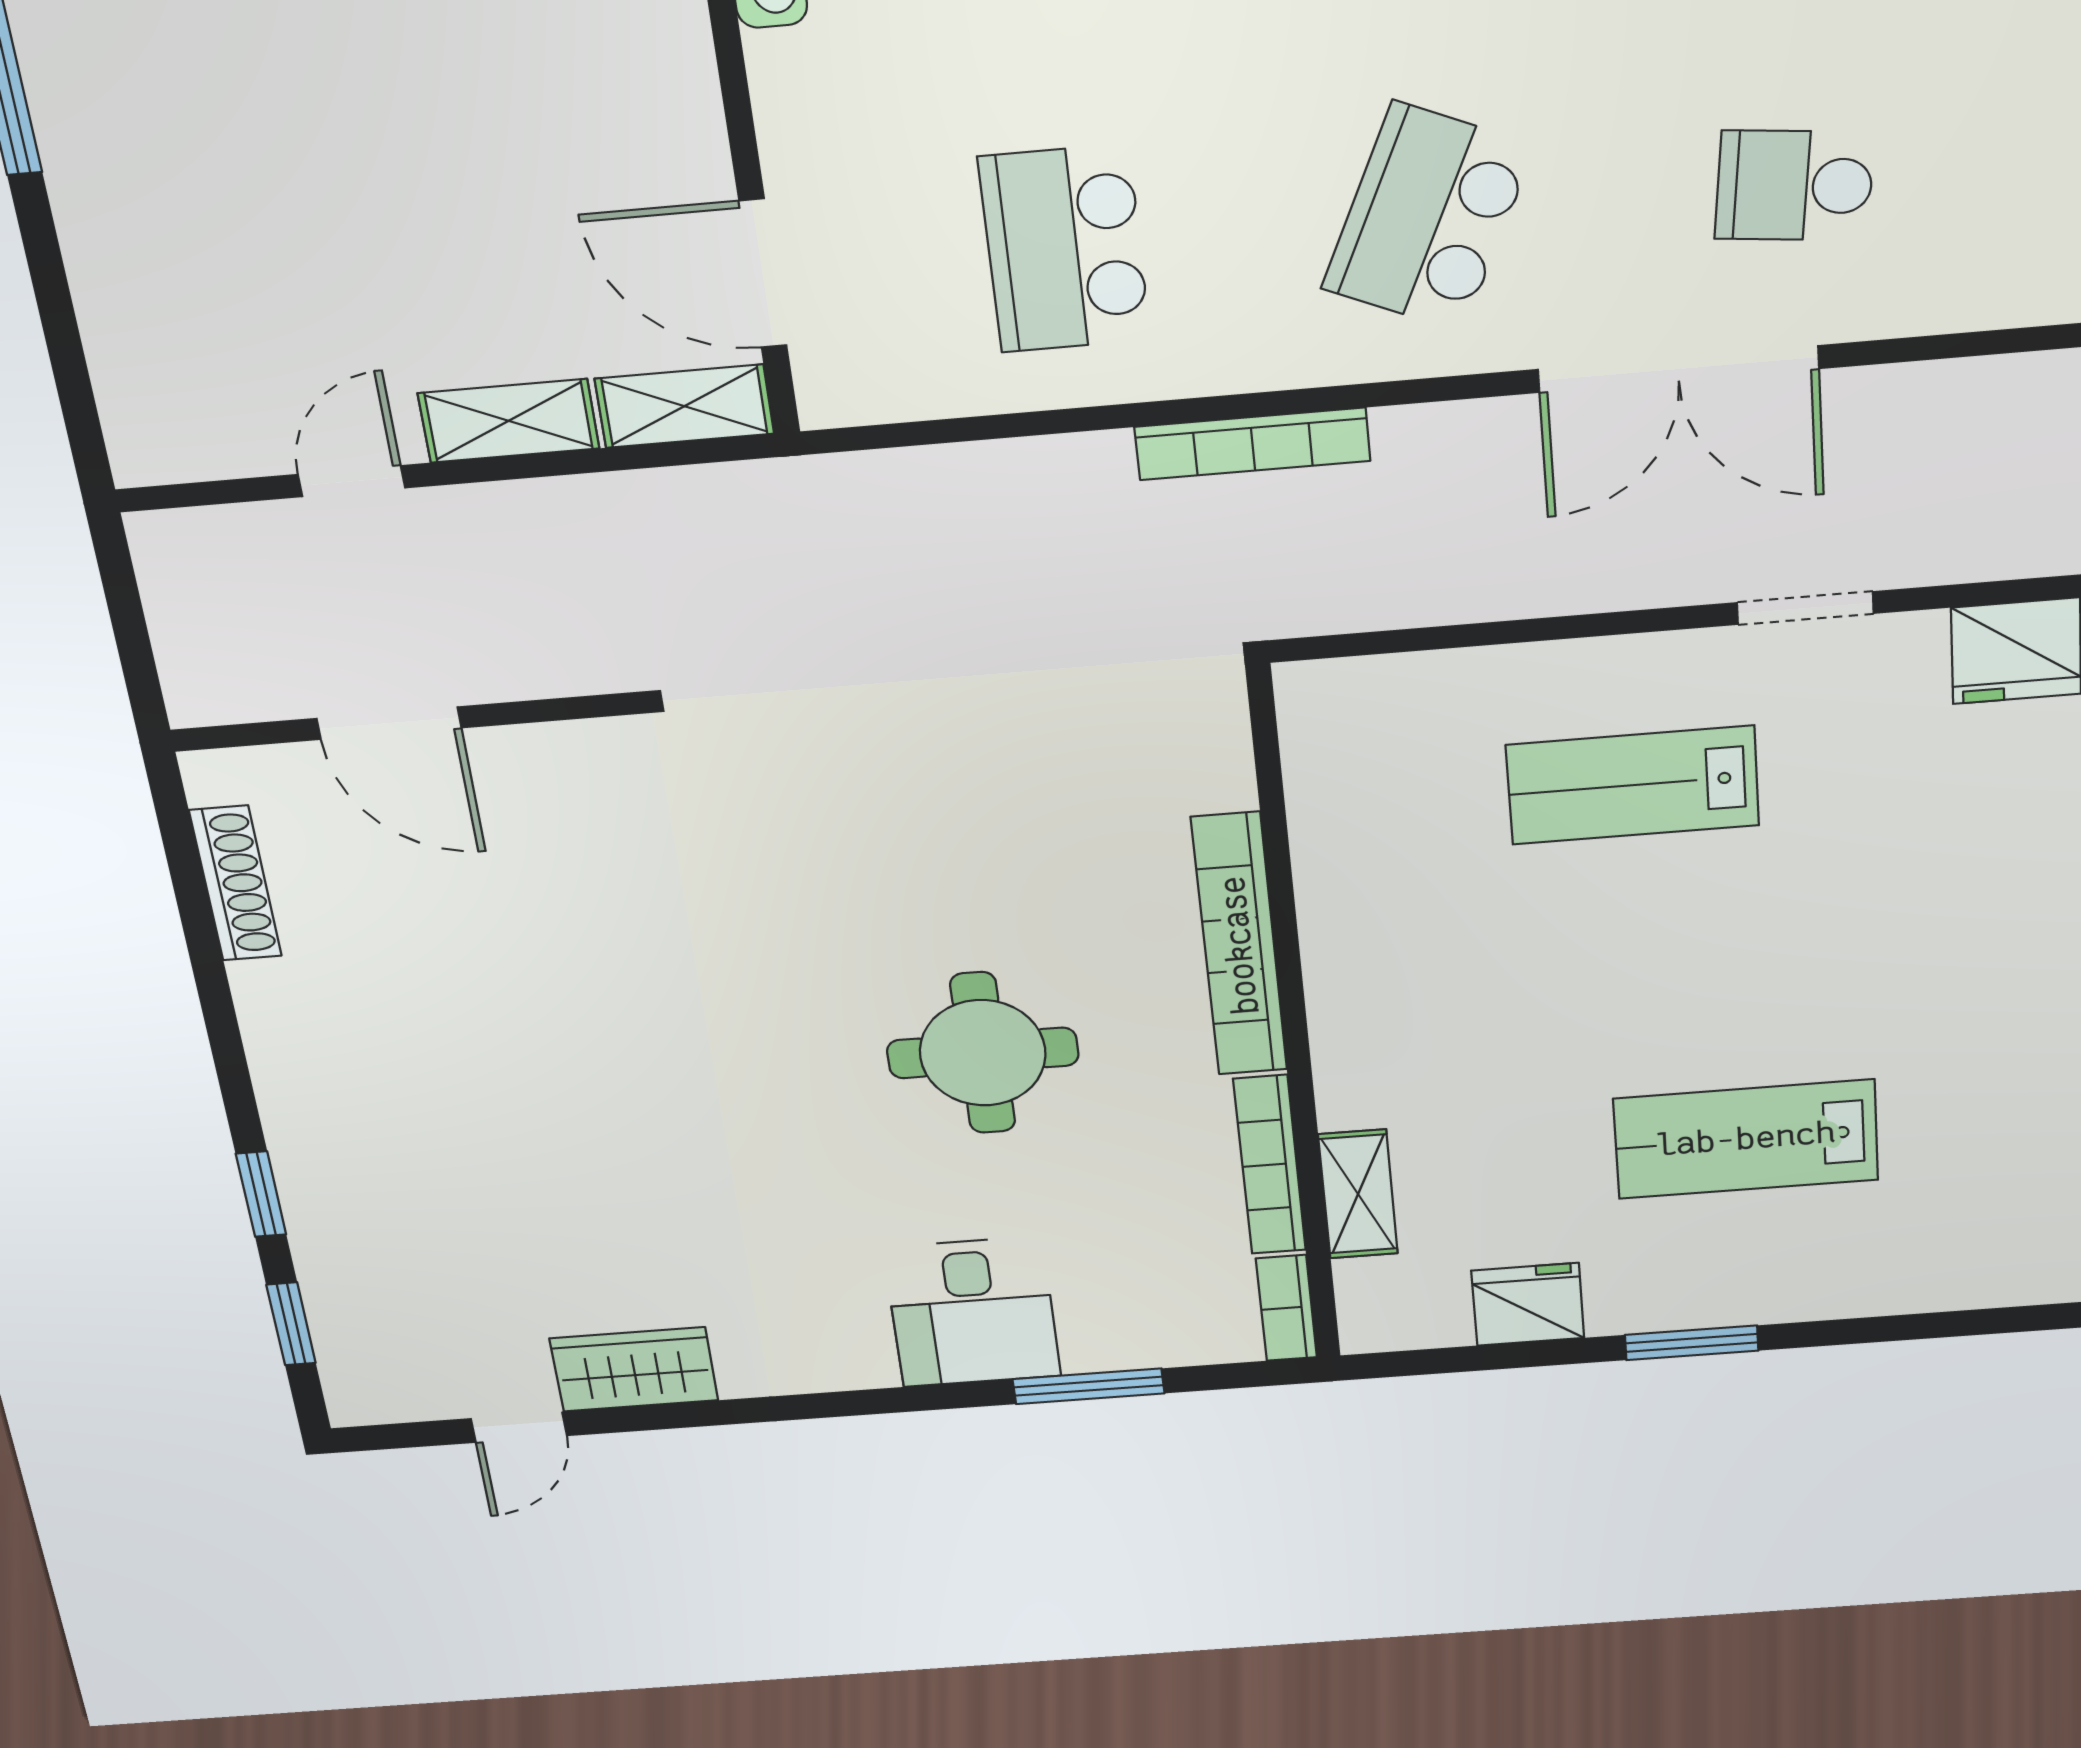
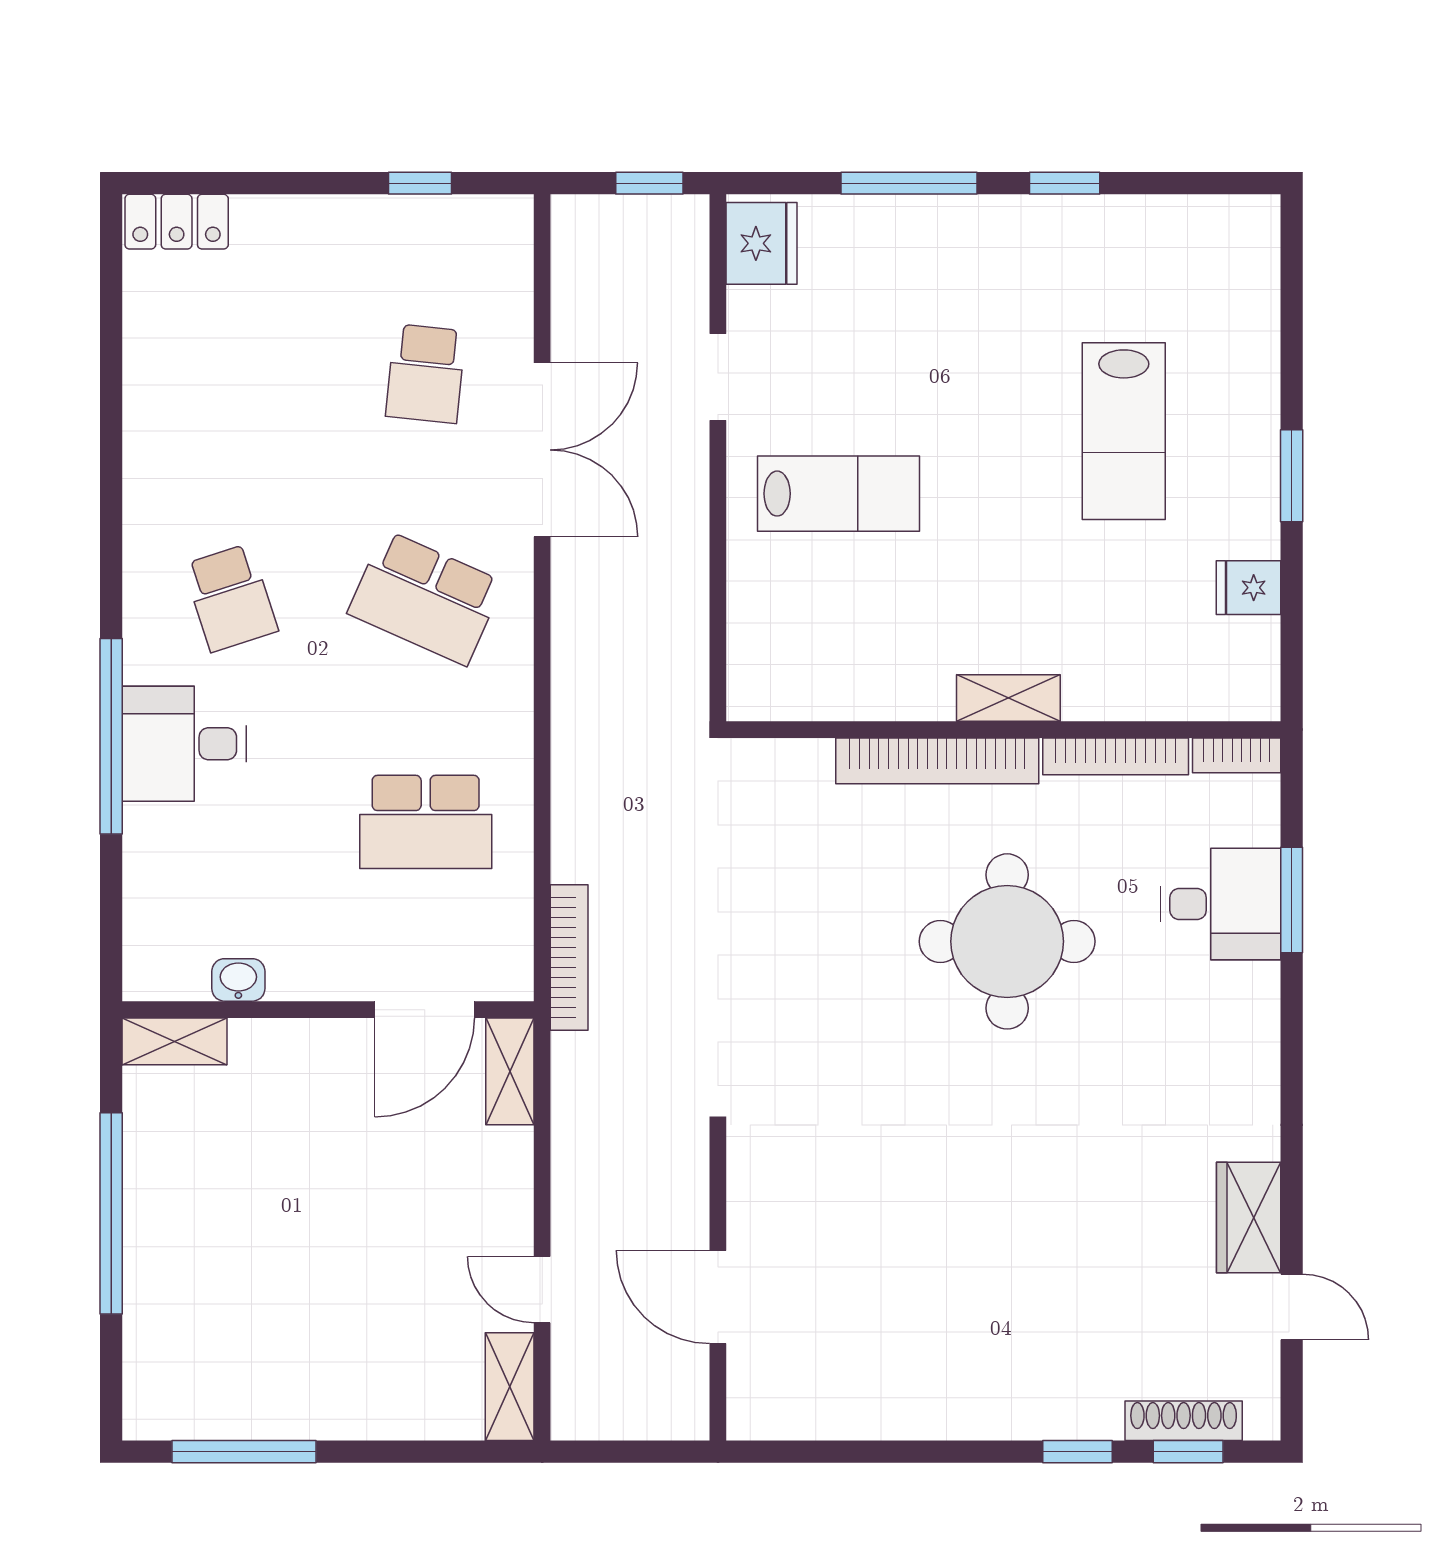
shelving: (509, 421) -> (510, 1387), moved
bookcase: (1252, 444) -> (569, 958), moved
door: (389, 723) -> (718, 1297), swing flipped
lab bench: (1633, 785) -> (839, 494), turned -90
shoe rack: (236, 883) -> (1184, 1421), moved
round table: (983, 1053) -> (1007, 941), width x1.36, depth x1.36
shelving: (1358, 1194) -> (1008, 698), moved
fridge: (1528, 1304) -> (1249, 588), width x0.72
desk: (972, 1312) -> (1221, 904), moved

